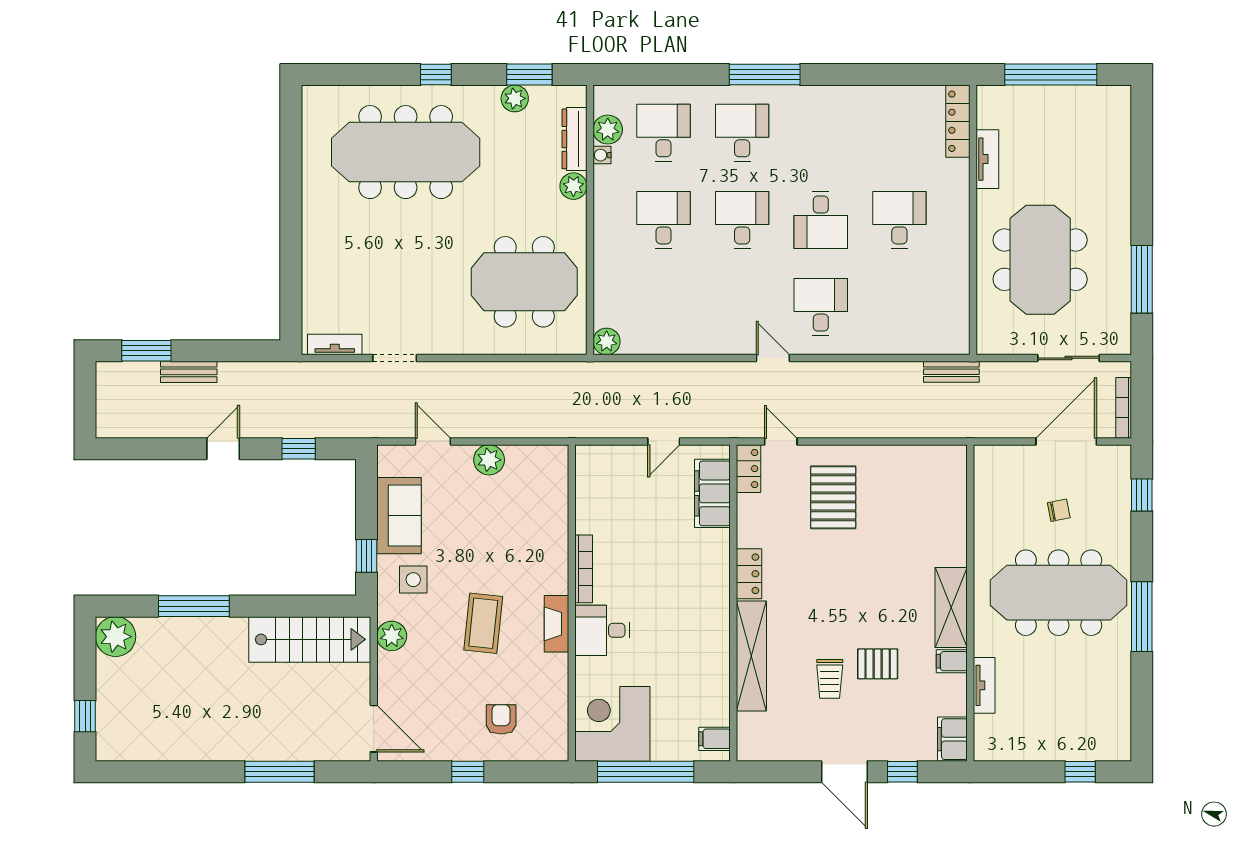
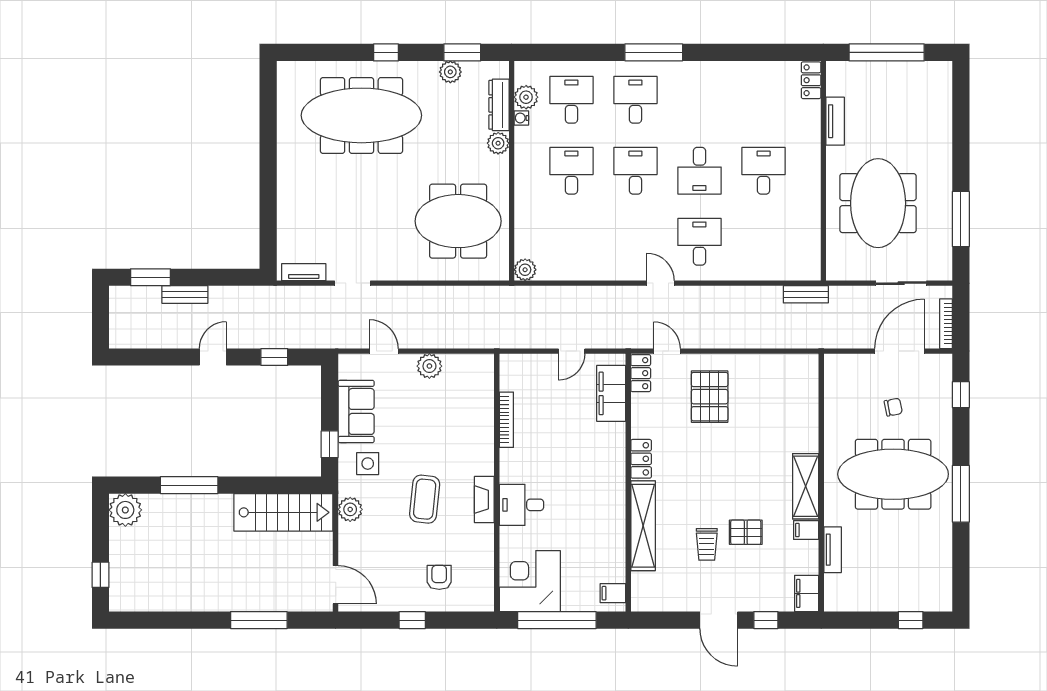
locker: (958, 121) -> (811, 80), width x0.66
bookcase: (584, 569) -> (506, 420), moved

